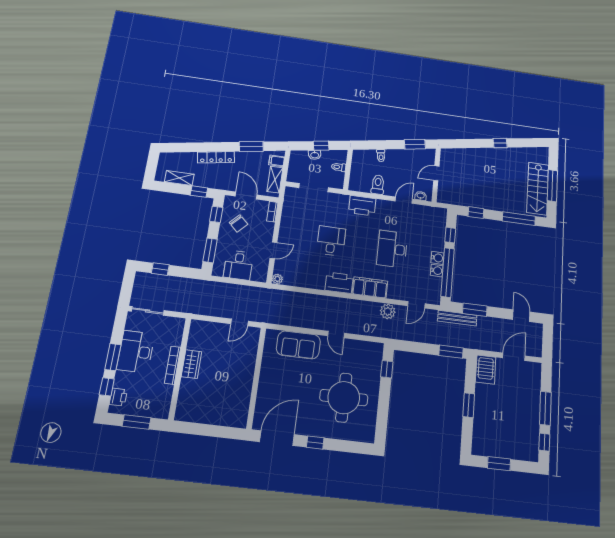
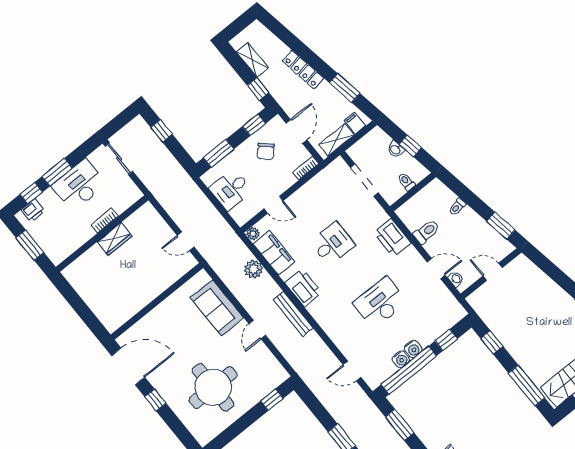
filing cabinet: (370, 287) -> (274, 253), moved
plant: (388, 311) -> (253, 269), moved
bench: (457, 318) -> (293, 314), moved
bookcase: (173, 365) -> (105, 220), width x0.64

